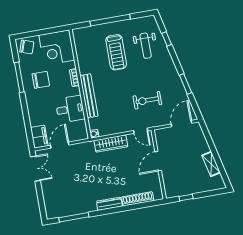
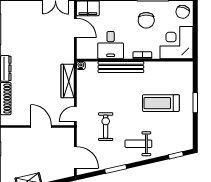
window: (110, 20) -> (195, 103), width x0.47
window: (167, 39) -> (176, 155), moved
weight bench: (146, 46) -> (138, 144), moved

